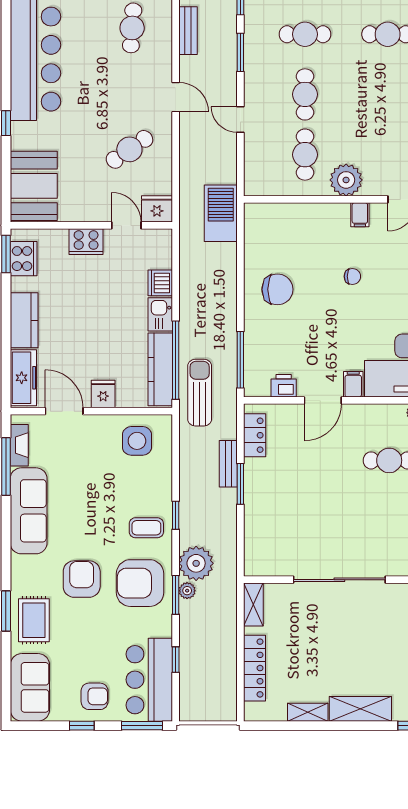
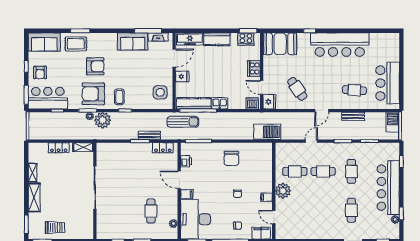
door: (126, 225) -> (262, 87), swing flipped
dishwasher: (160, 283) -> (252, 103), moved
sofa: (29, 511) -> (133, 41), width x0.73
armchair: (140, 583) -> (93, 94), turned -90
locker: (255, 668) -> (59, 148), width x0.66

